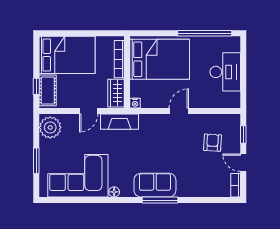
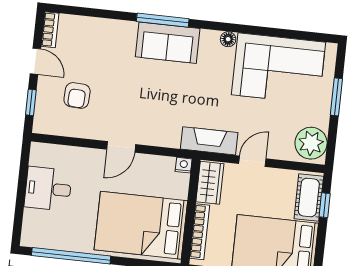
desk: (225, 72) -> (48, 189), width x0.73

